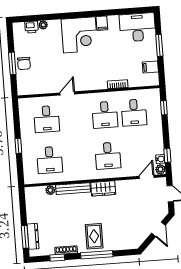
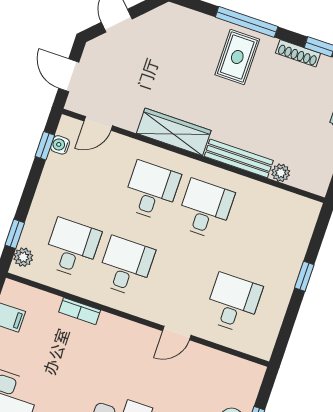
desk: (50, 160) -> (205, 209), moved
plant: (160, 169) -> (23, 257), moved
wardrobe: (103, 188) -> (174, 132), width x1.50

